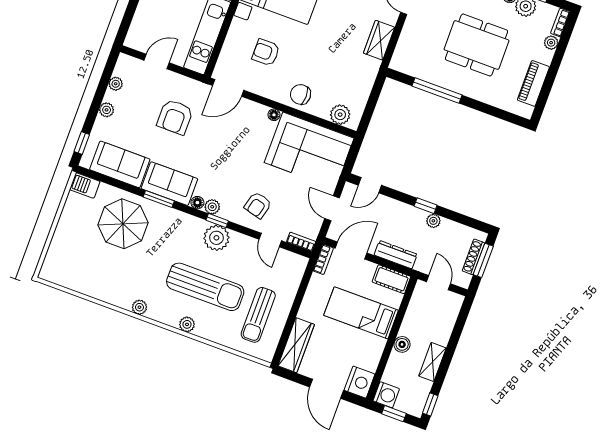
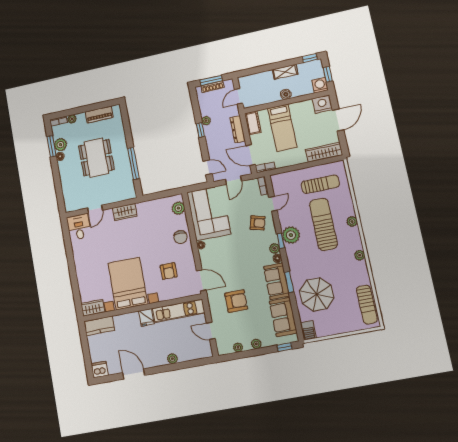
sun lounger: (74, 278) -> (367, 305), added

